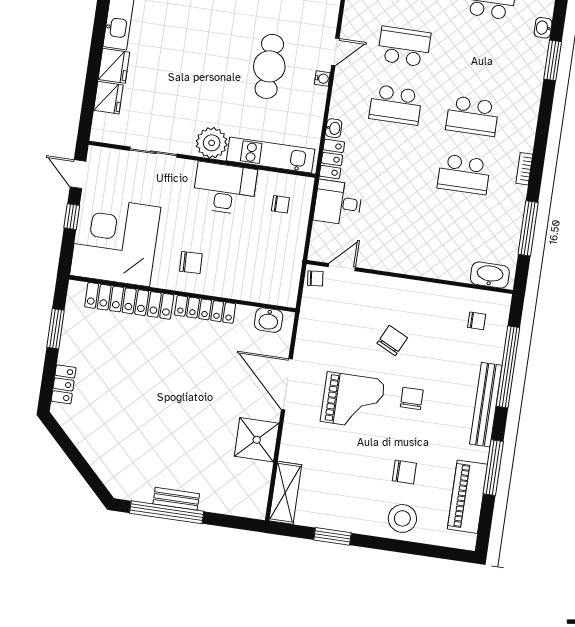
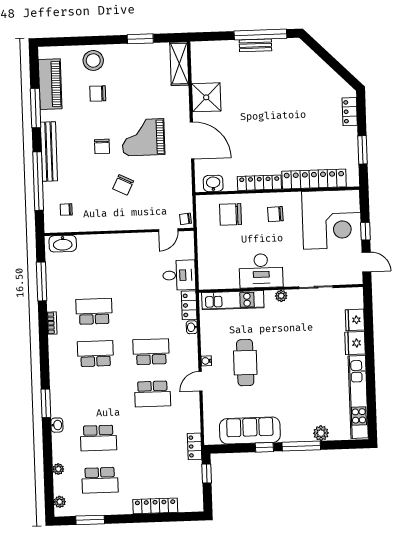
plant: (212, 143) -> (281, 296), width x0.53, depth x0.53
chair: (280, 204) -> (230, 214), moved, width x1.87, depth x1.87

